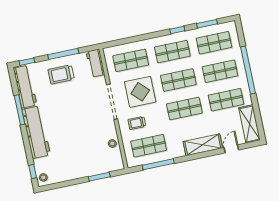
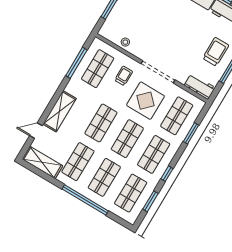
window: (134, 39) -> (191, 133), added
door: (231, 149) -> (36, 131), swing flipped

